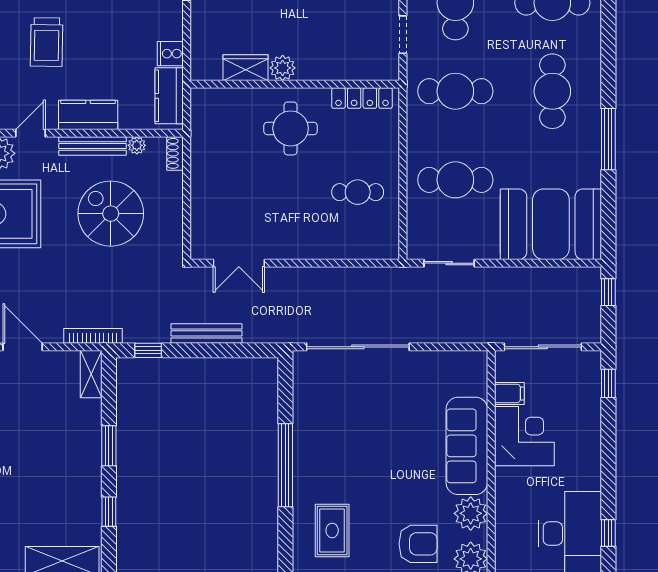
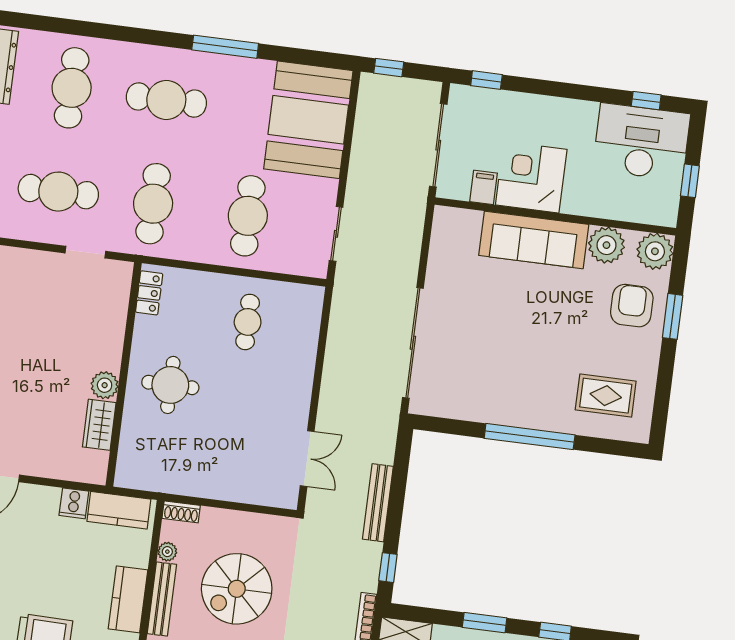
locker: (362, 98) -> (149, 293), width x0.66

